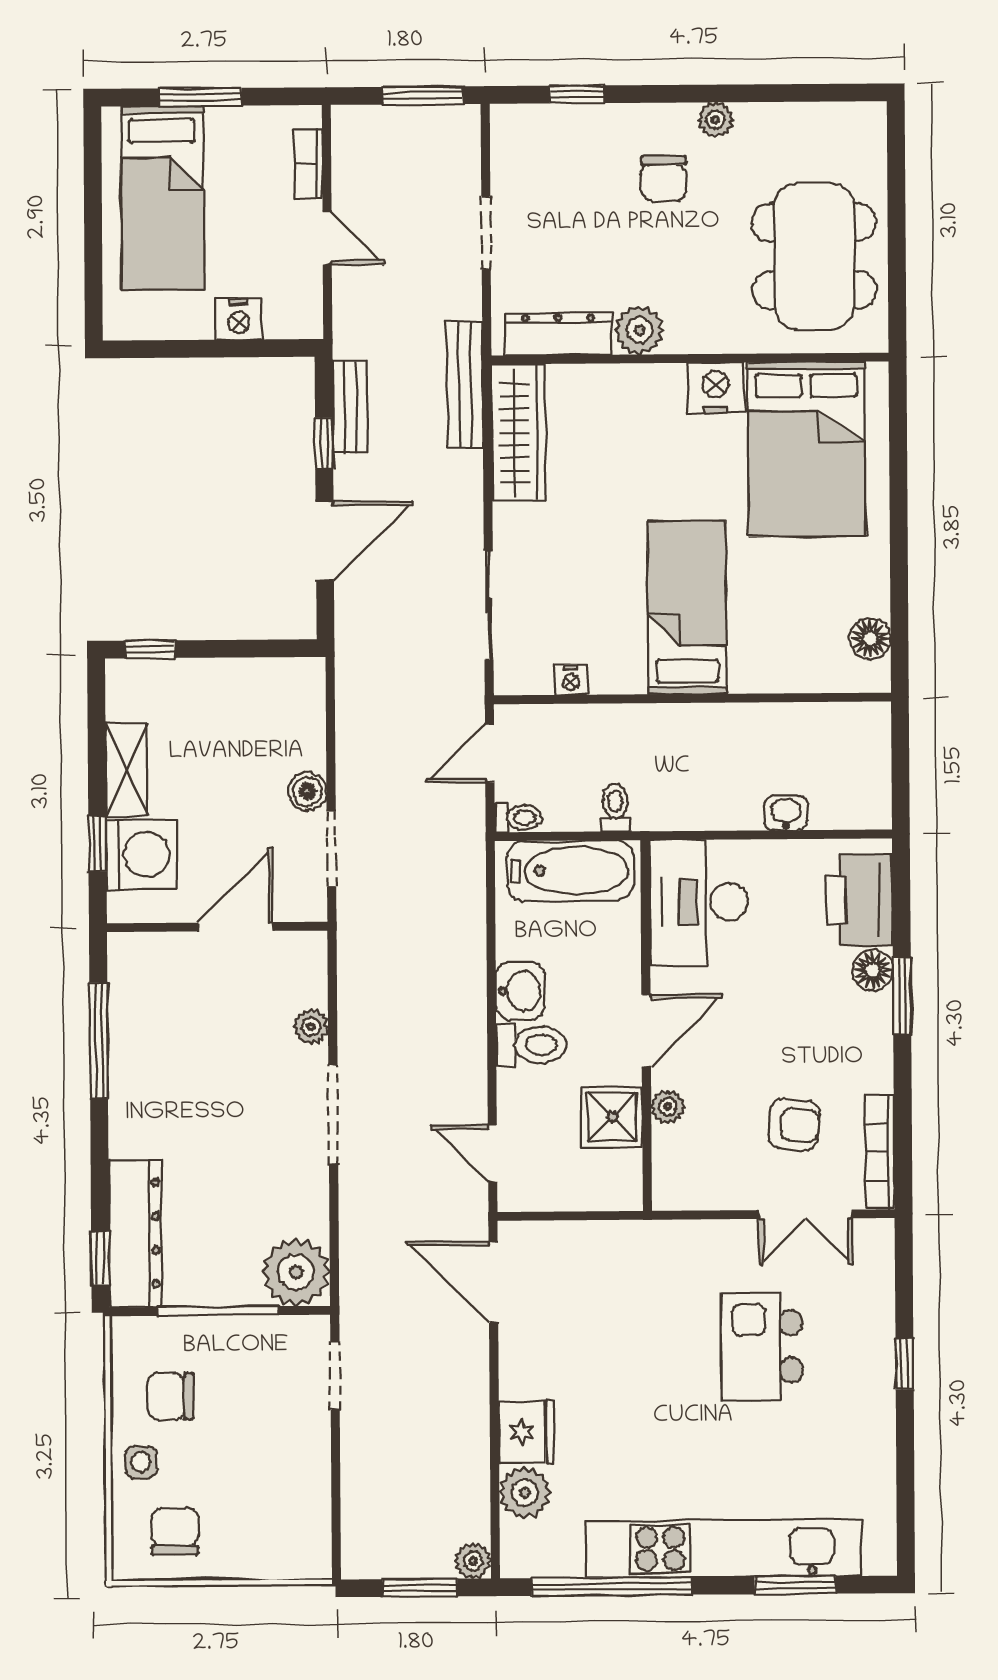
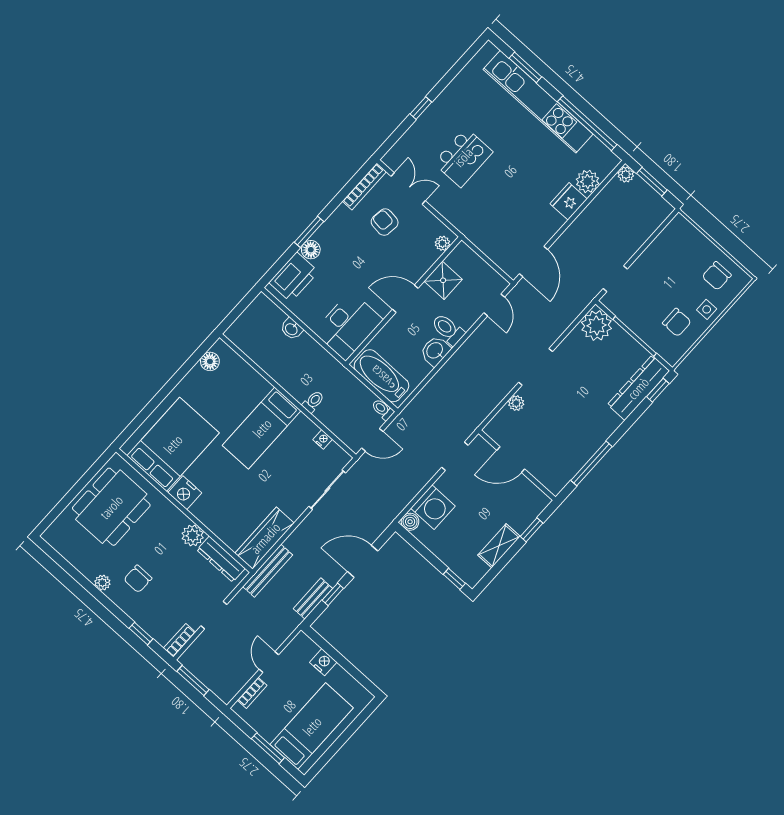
bookcase: (505, 141) -> (180, 640), added
chair: (664, 178) -> (138, 579), turned 180
boiler: (307, 791) -> (410, 522), moved
toilet: (615, 808) -> (313, 402), moved, turned 180
washing machine: (141, 855) -> (433, 507), moved, turned 180
plant: (668, 1107) -> (442, 243), moved

